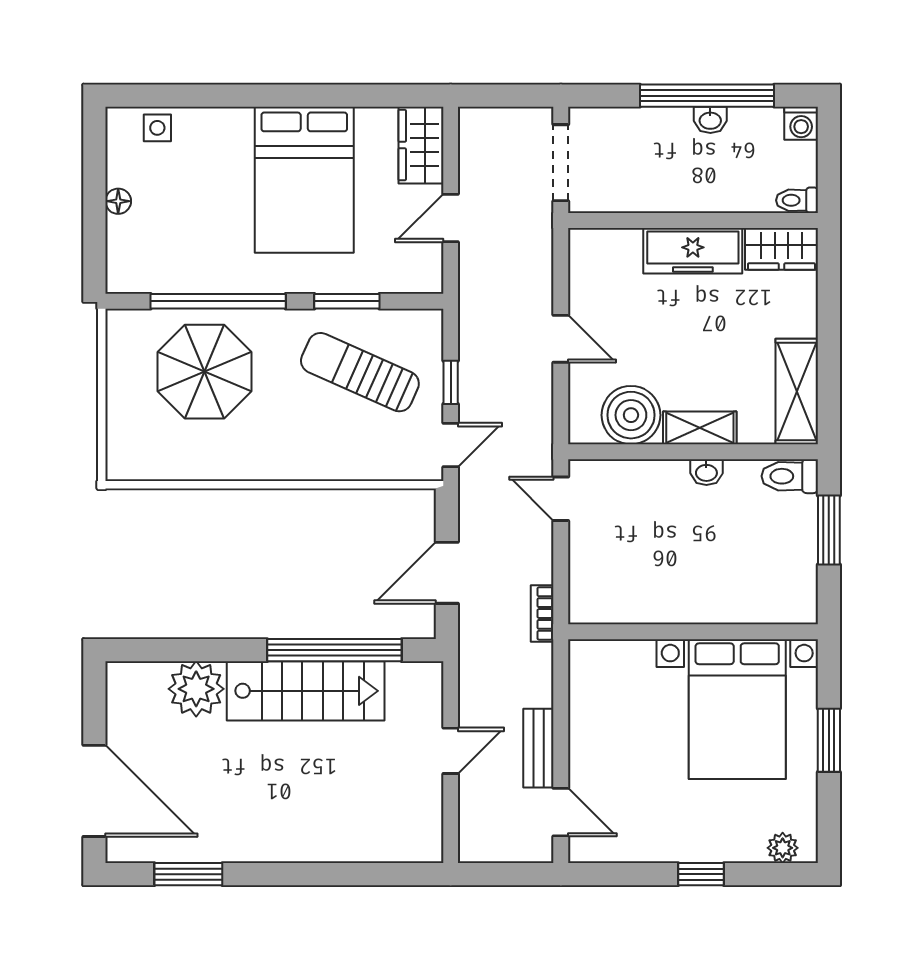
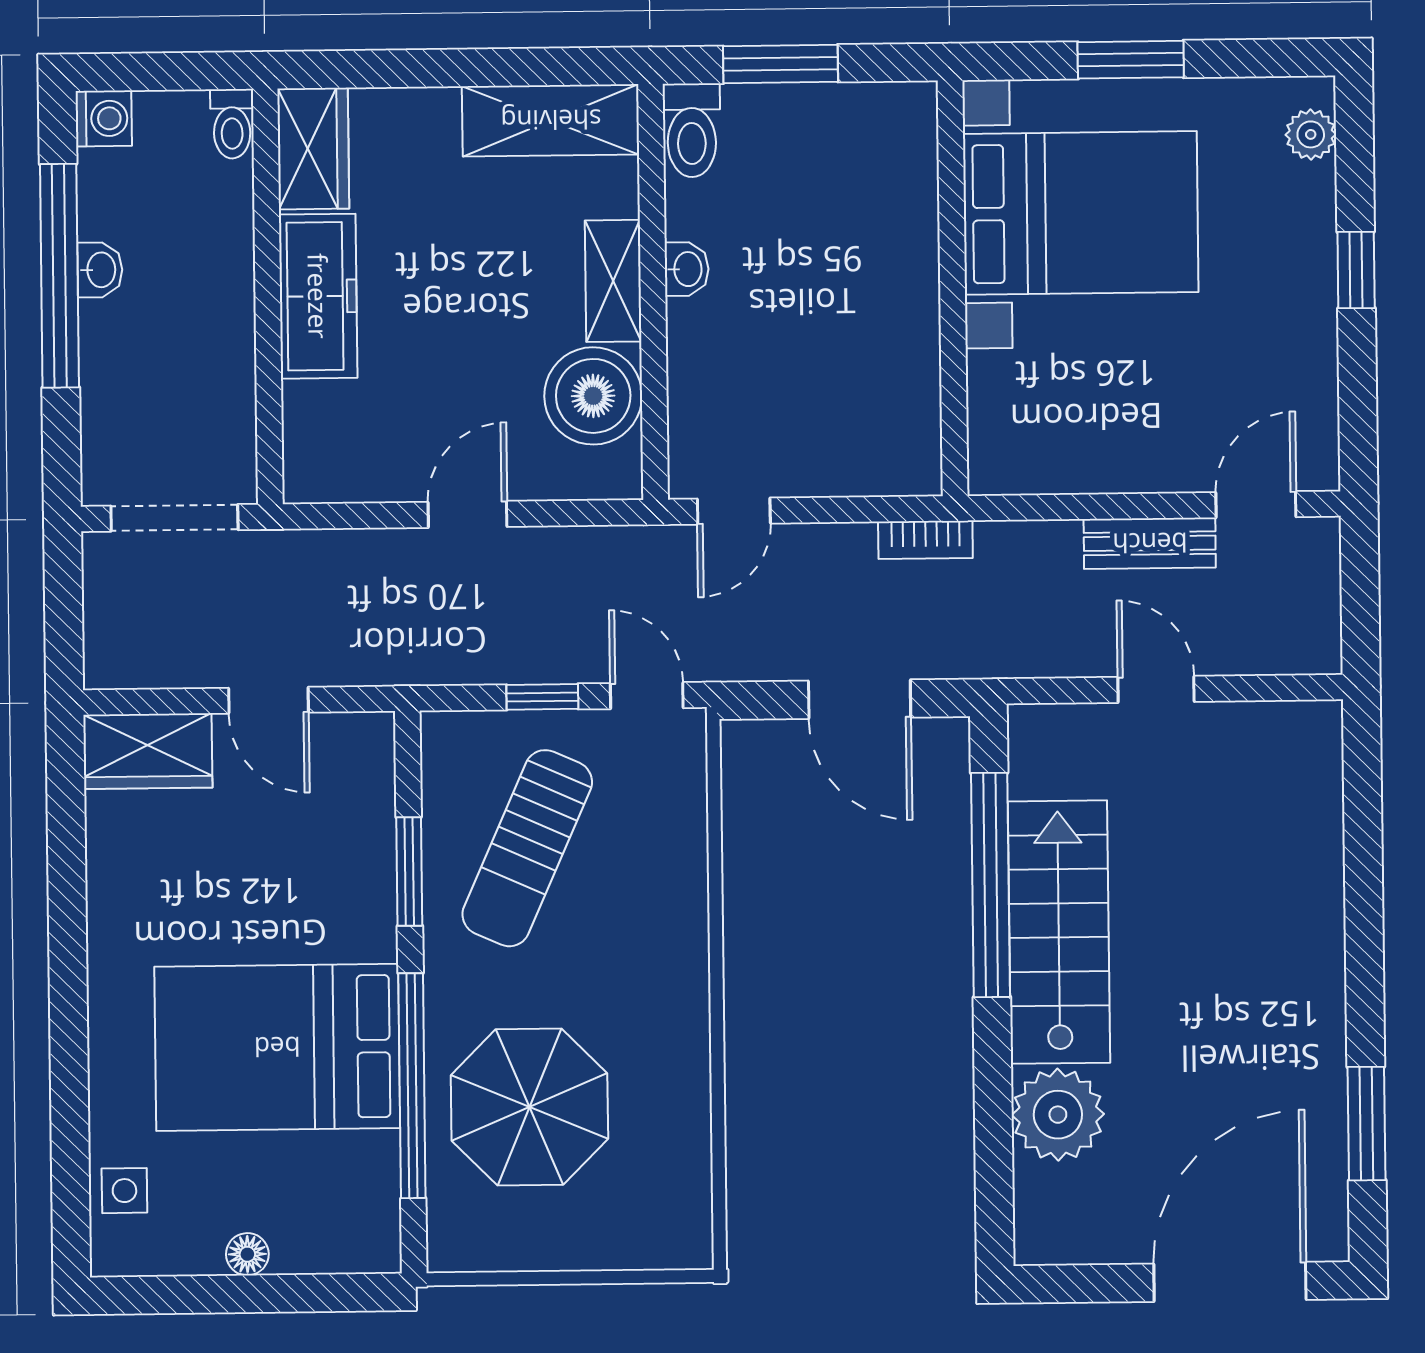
bed: (304, 180) -> (277, 1047), moved, turned 180

